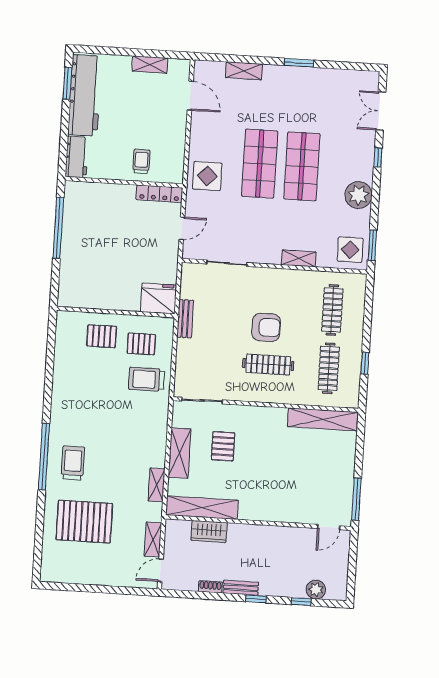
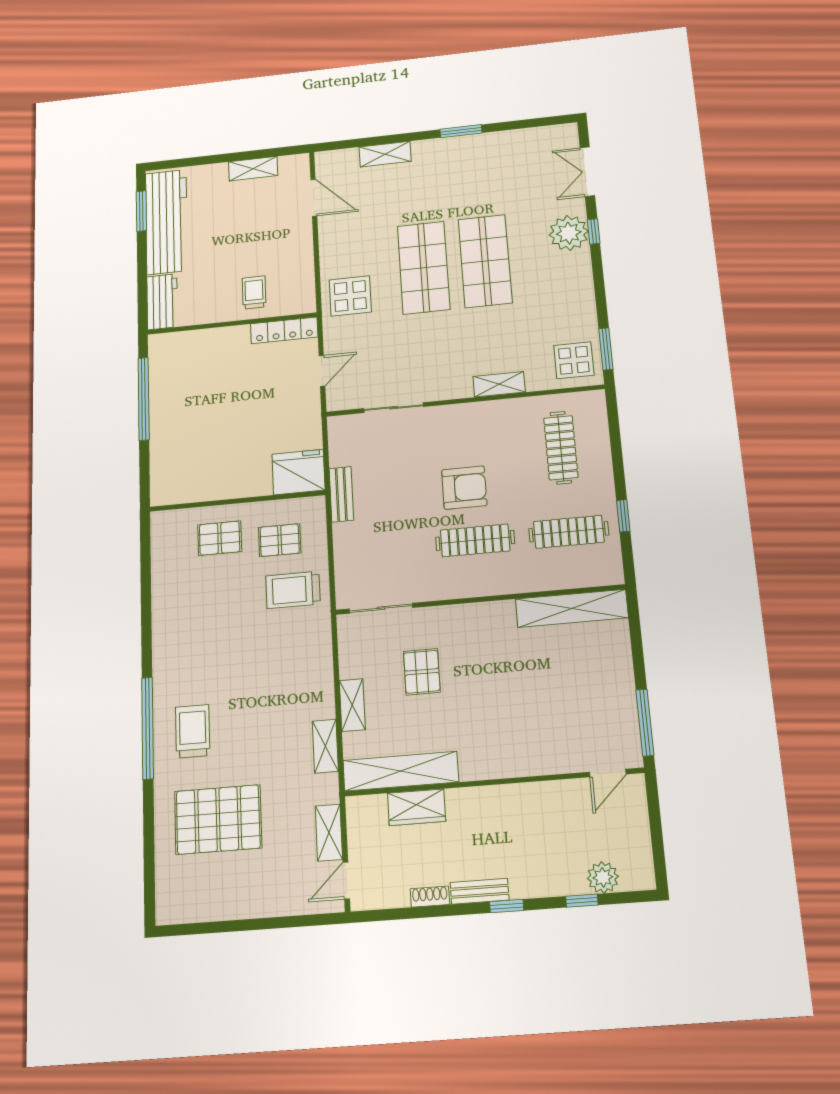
plant: (359, 195) -> (569, 233), moved
clothes rail: (329, 368) -> (569, 532), turned 90
shelving: (179, 453) -> (352, 705), width x0.67, depth x0.75

